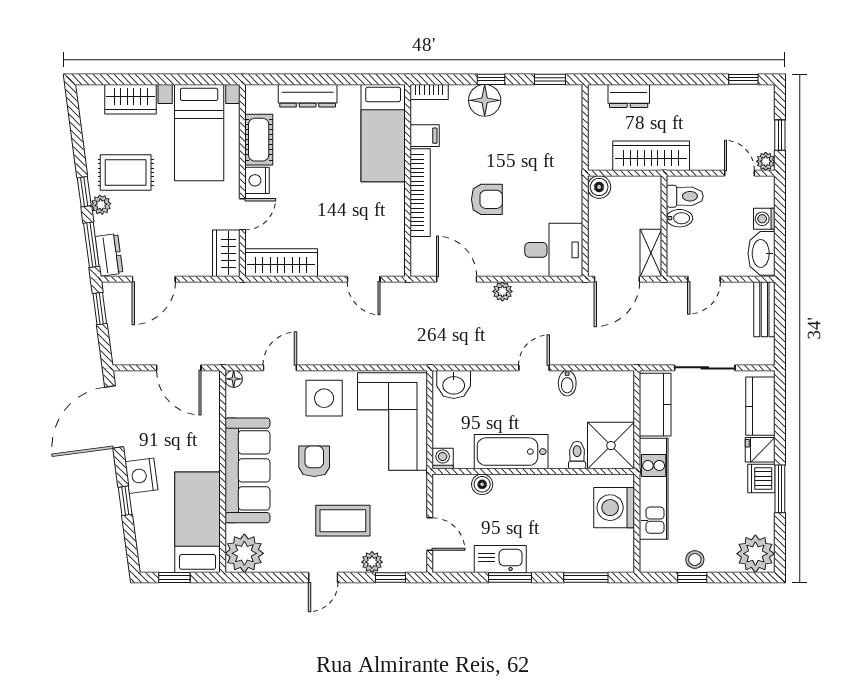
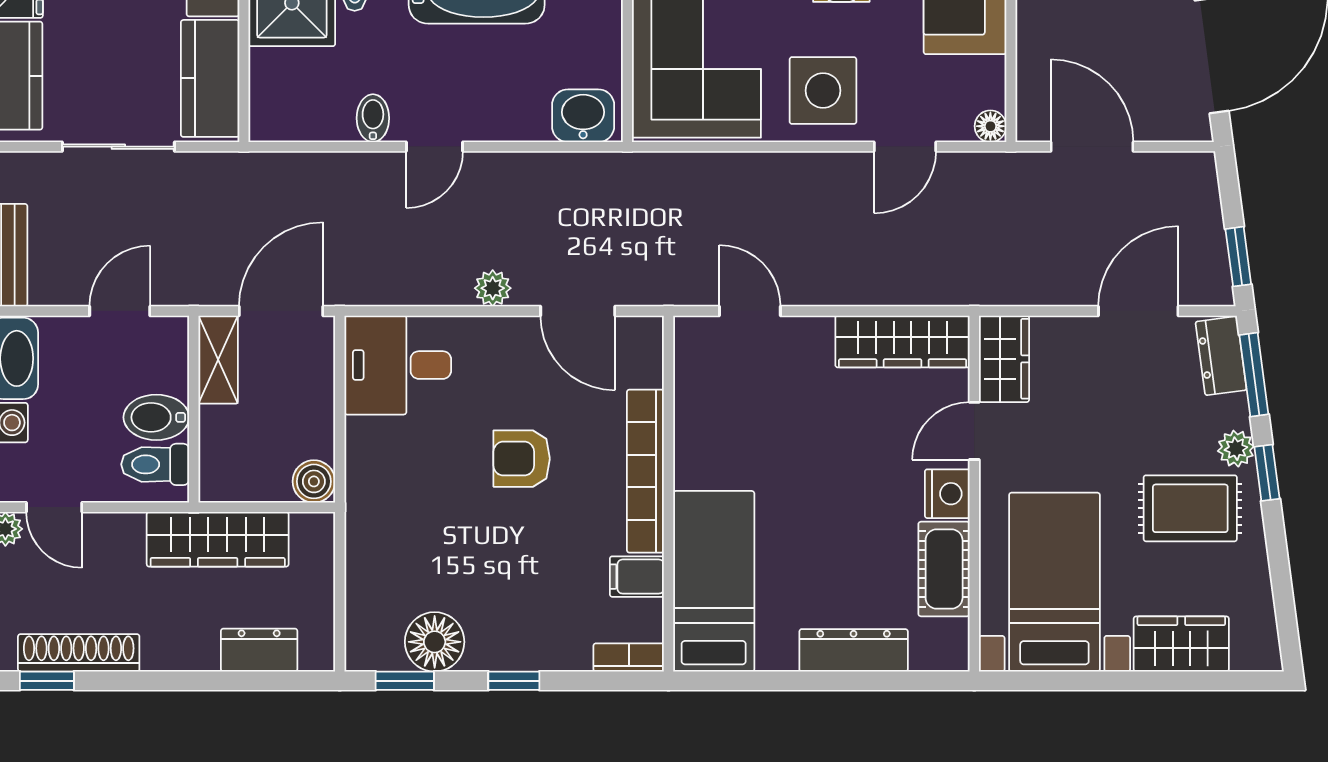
shoe rack: (726, 94) -> (79, 653), added
floor lamp: (485, 100) -> (435, 642), moved
bidet: (680, 218) -> (156, 417), width x1.38, depth x1.36

